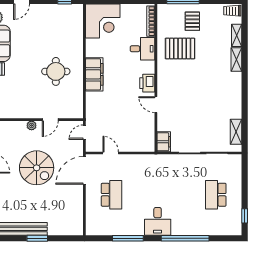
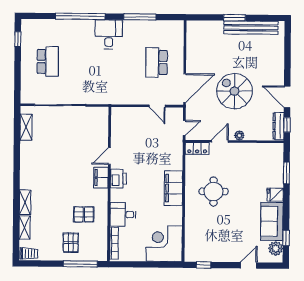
pallet: (180, 49) -> (84, 214), width x0.67, depth x0.71
door: (156, 105) -> (109, 156), swing flipped
locker: (72, 113) -> (197, 148), added
filing cabinet: (164, 142) -> (101, 178), moved

